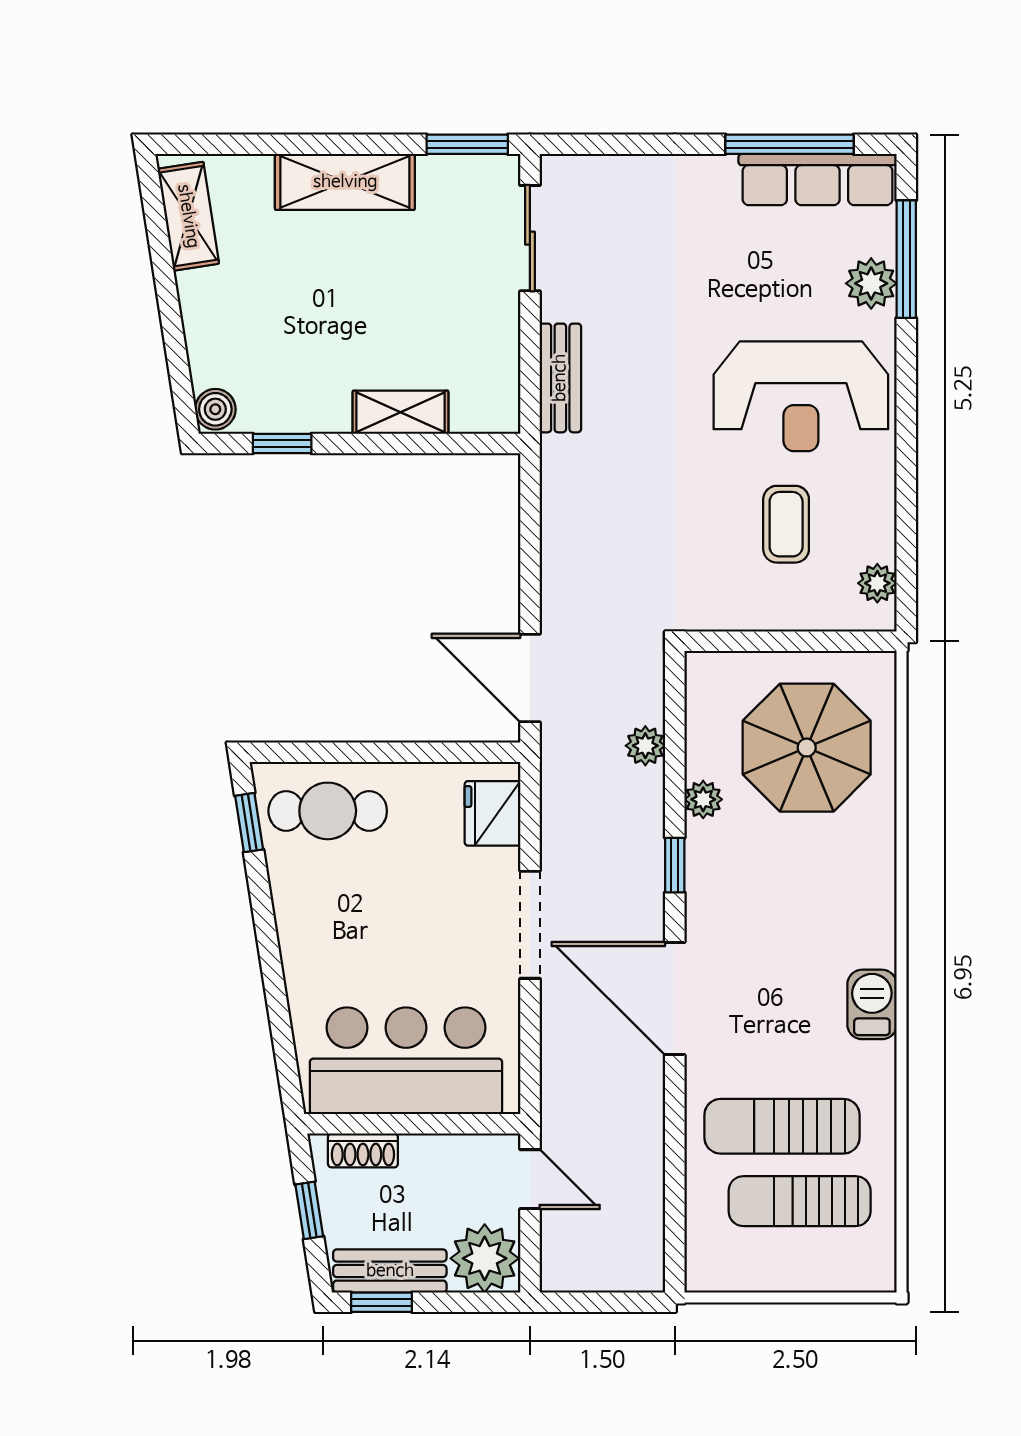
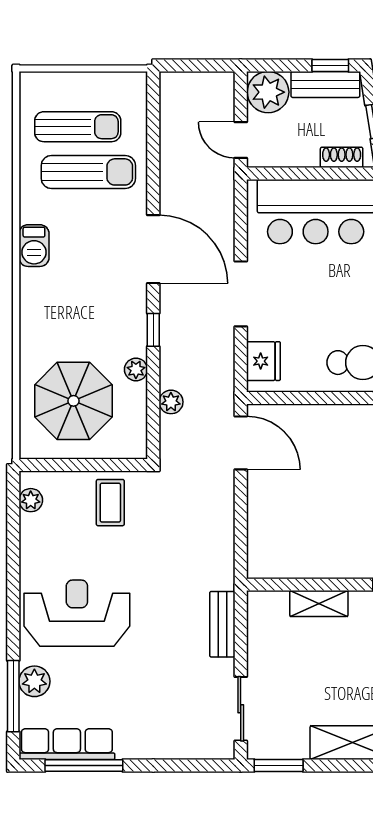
coffee table: (786, 524) -> (110, 503), moved

